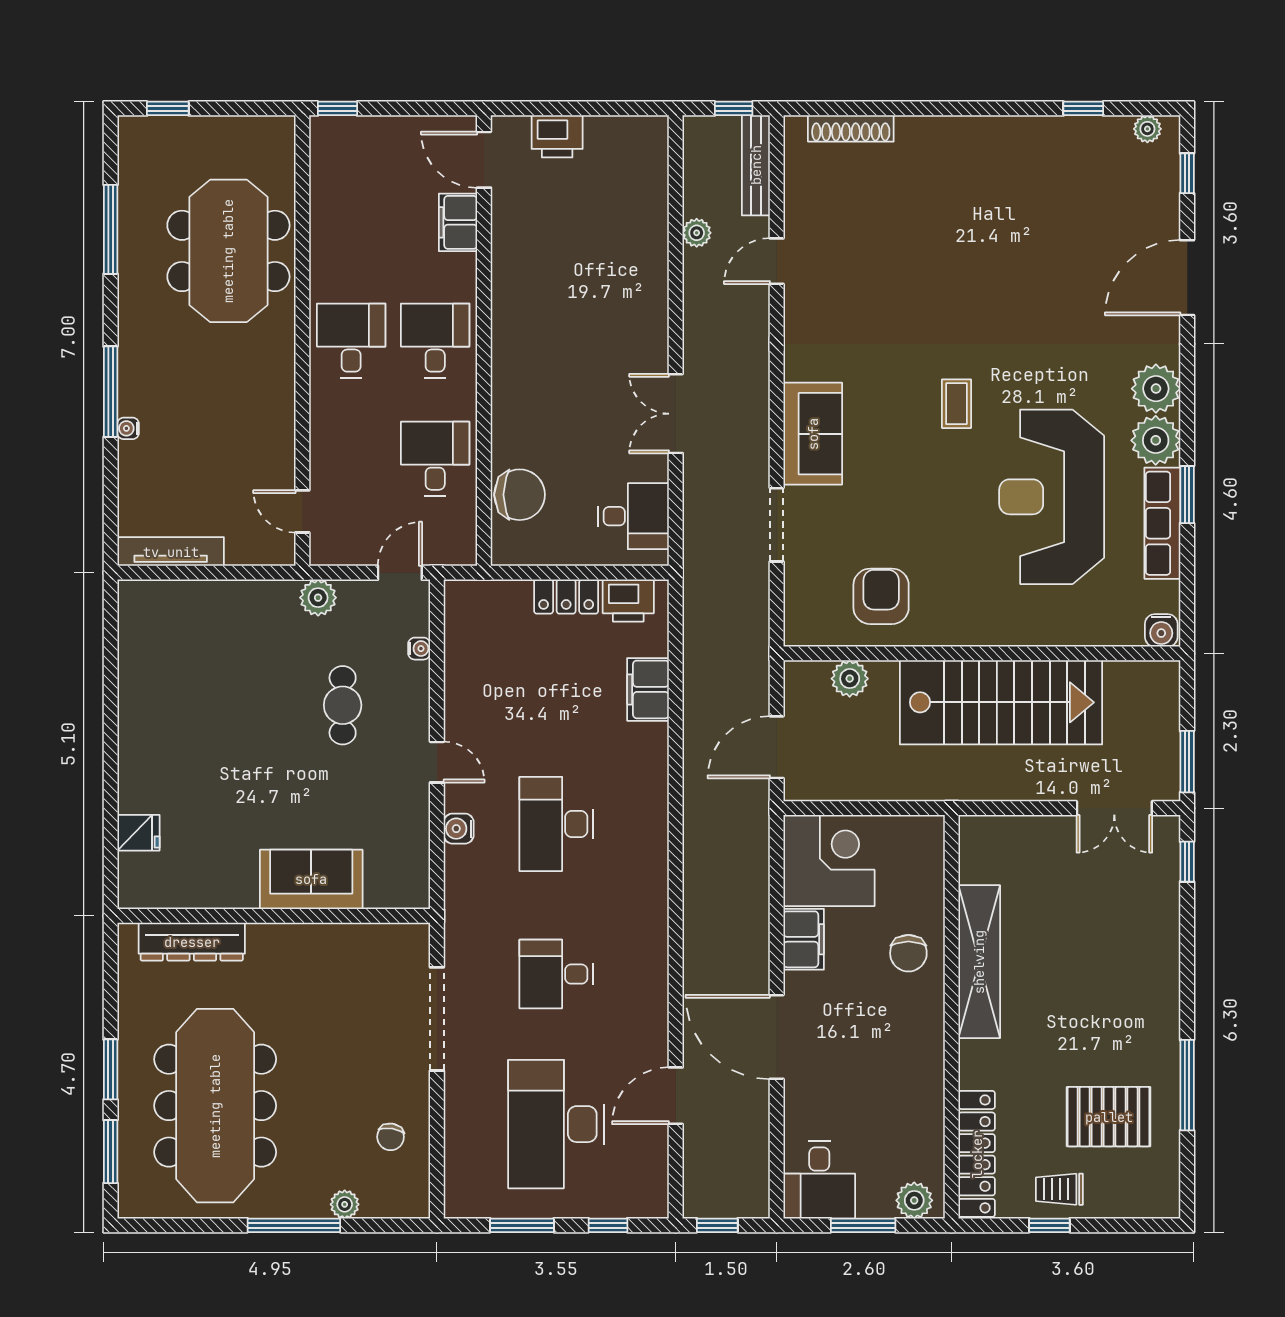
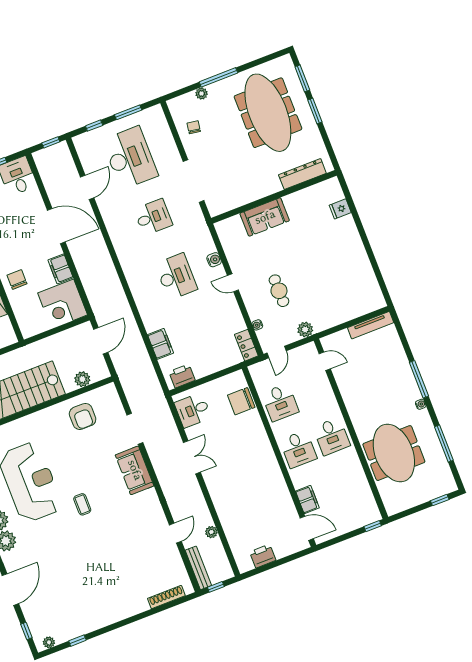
printer: (557, 136) -> (263, 556), moved
water cooler: (128, 428) -> (421, 404), moved
locker: (566, 597) -> (246, 345), moved, turned -90

